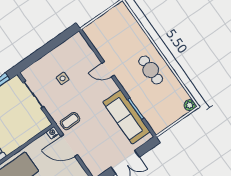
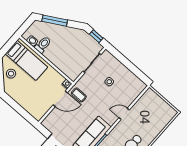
door: (108, 69) -> (124, 114), hinge flipped
door: (69, 146) -> (60, 99), swing flipped

